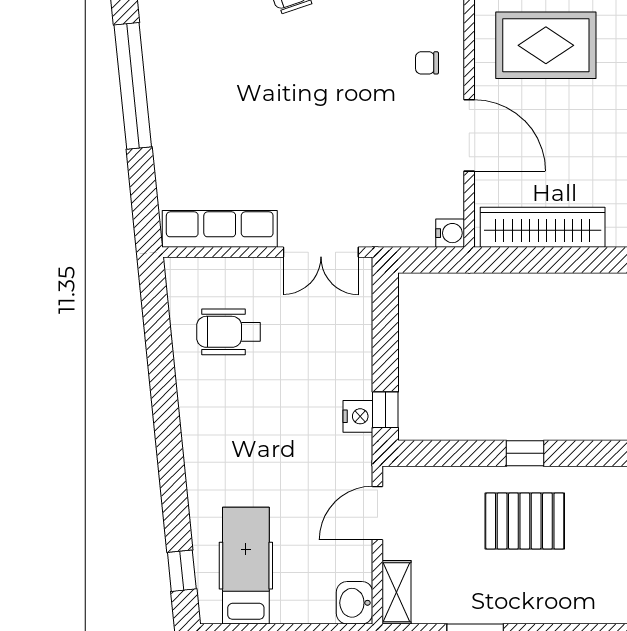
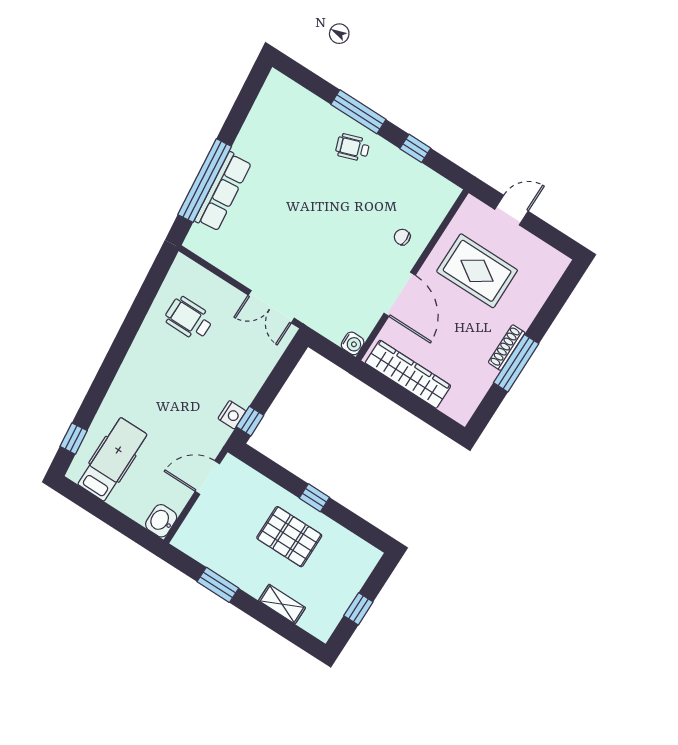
window: (133, 86) -> (205, 181), moved
row of seats: (220, 229) -> (223, 192), moved, turned 84
shelving: (396, 592) -> (282, 604), moved, turned 90

